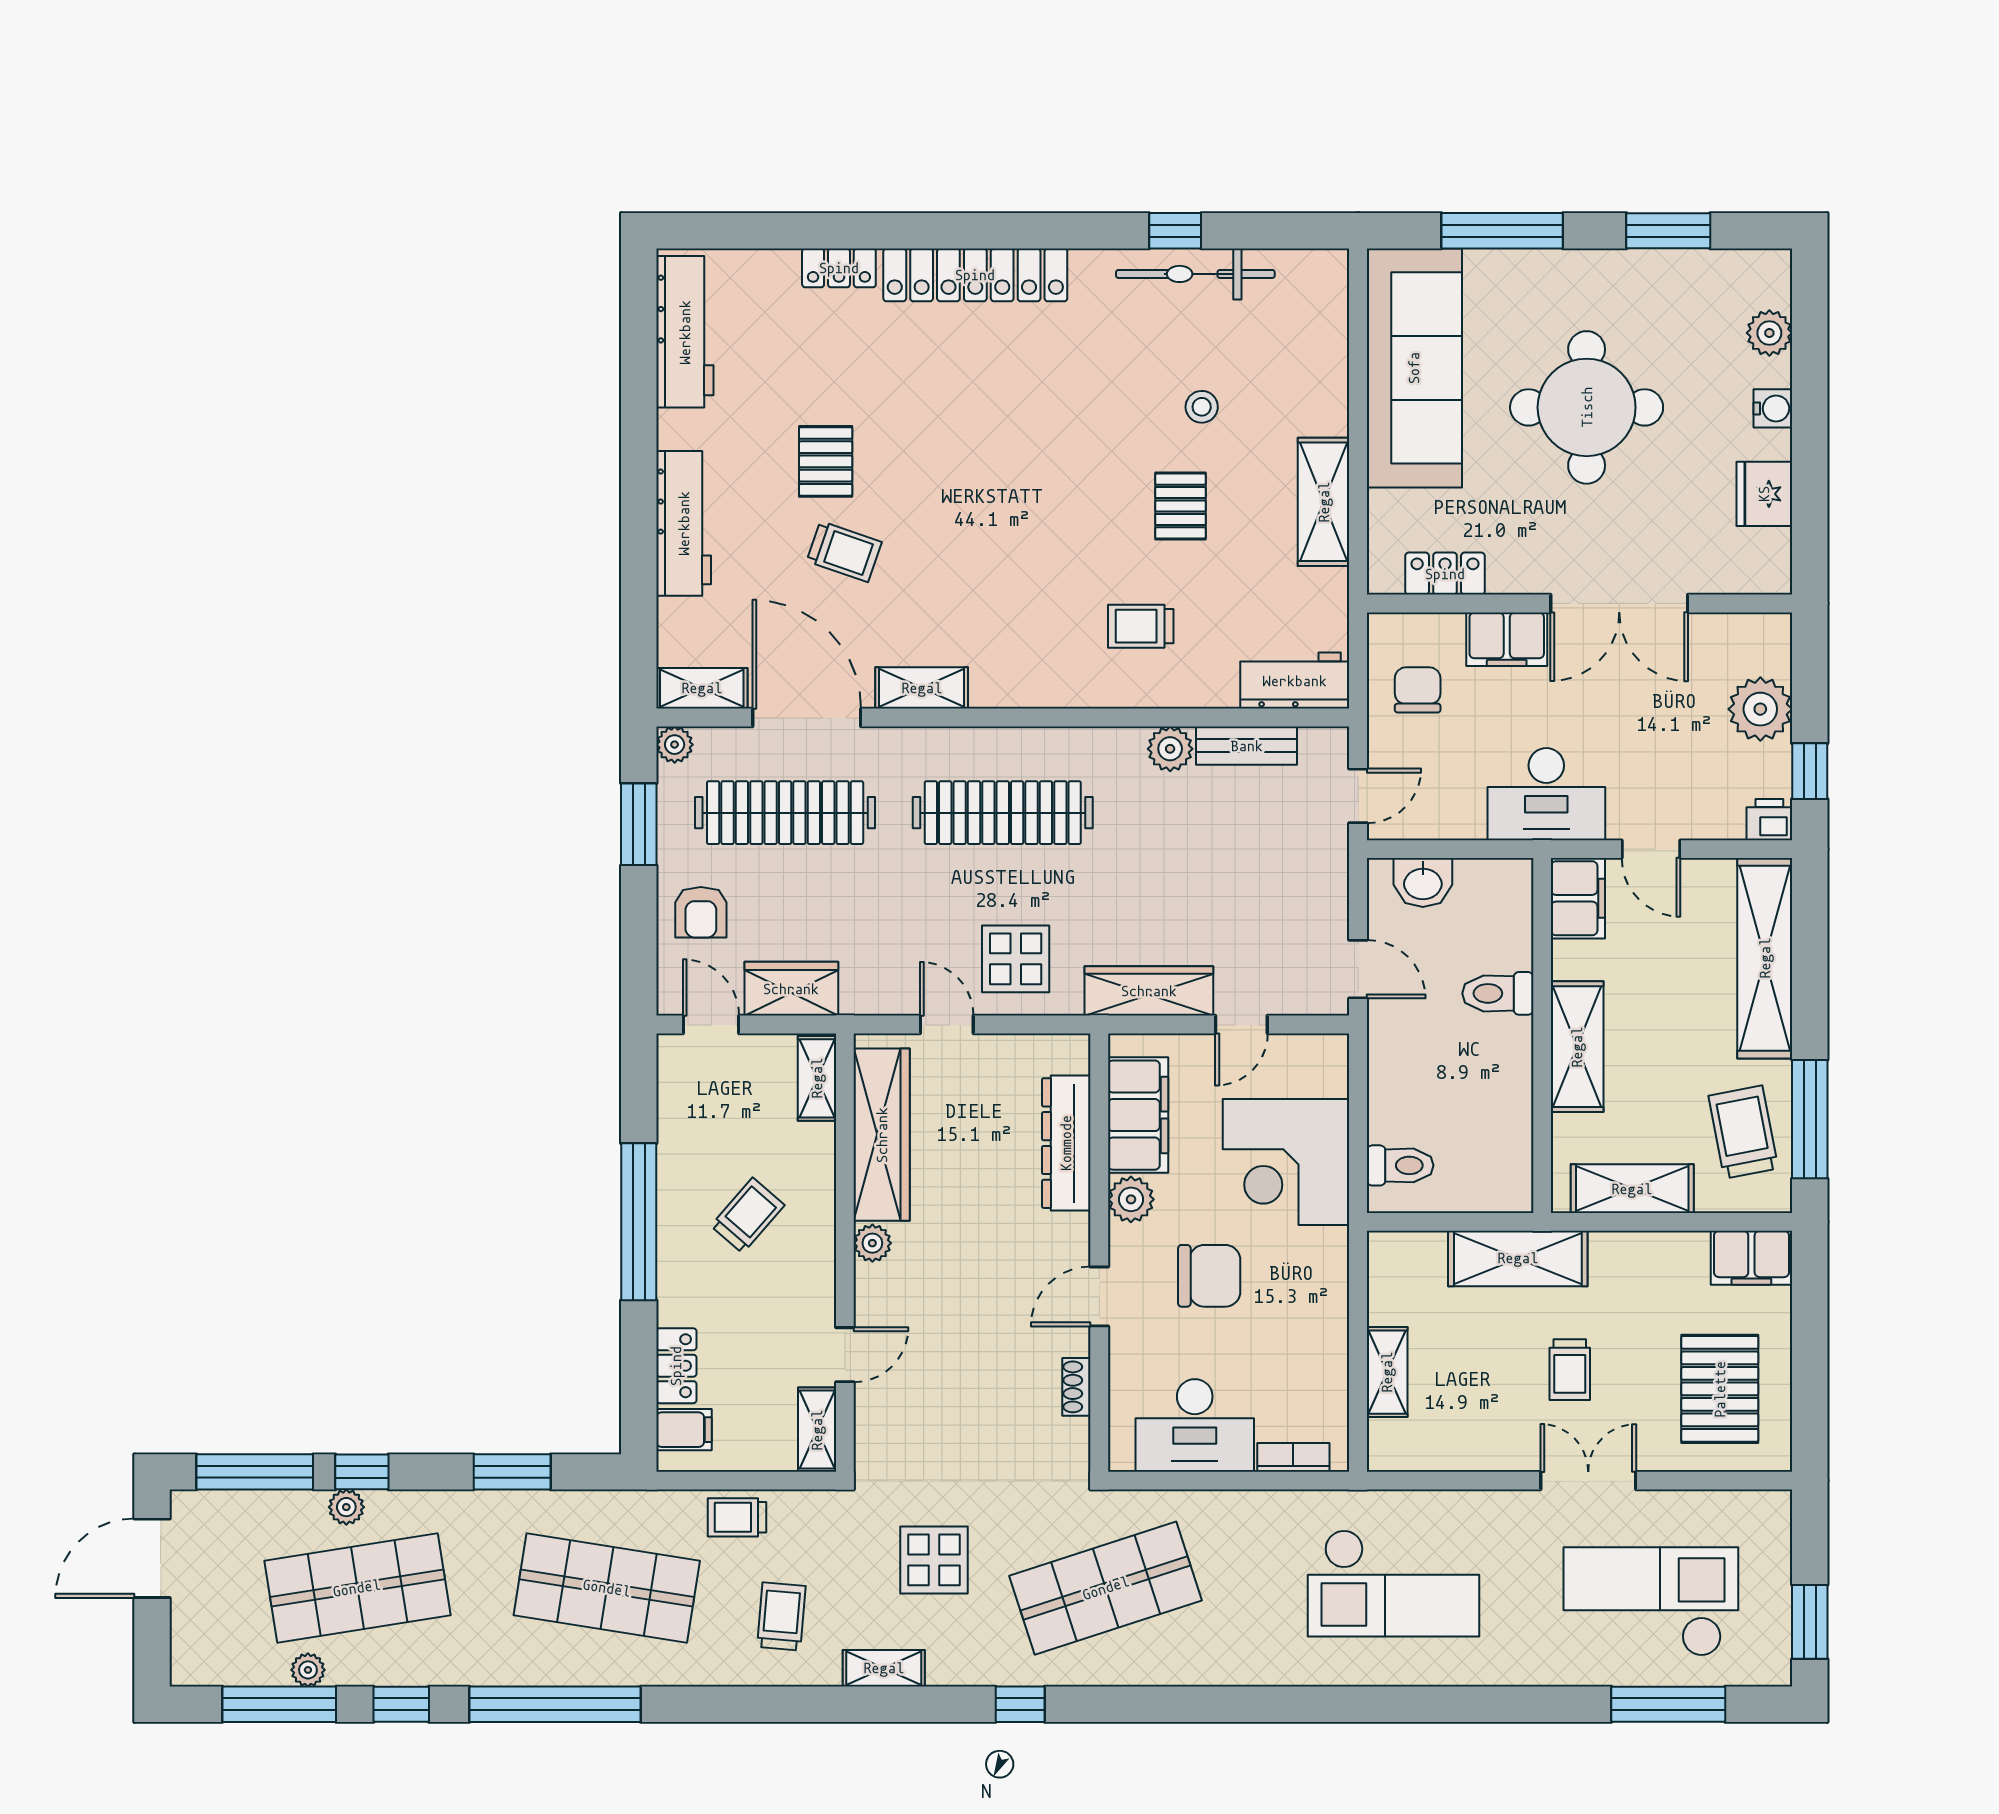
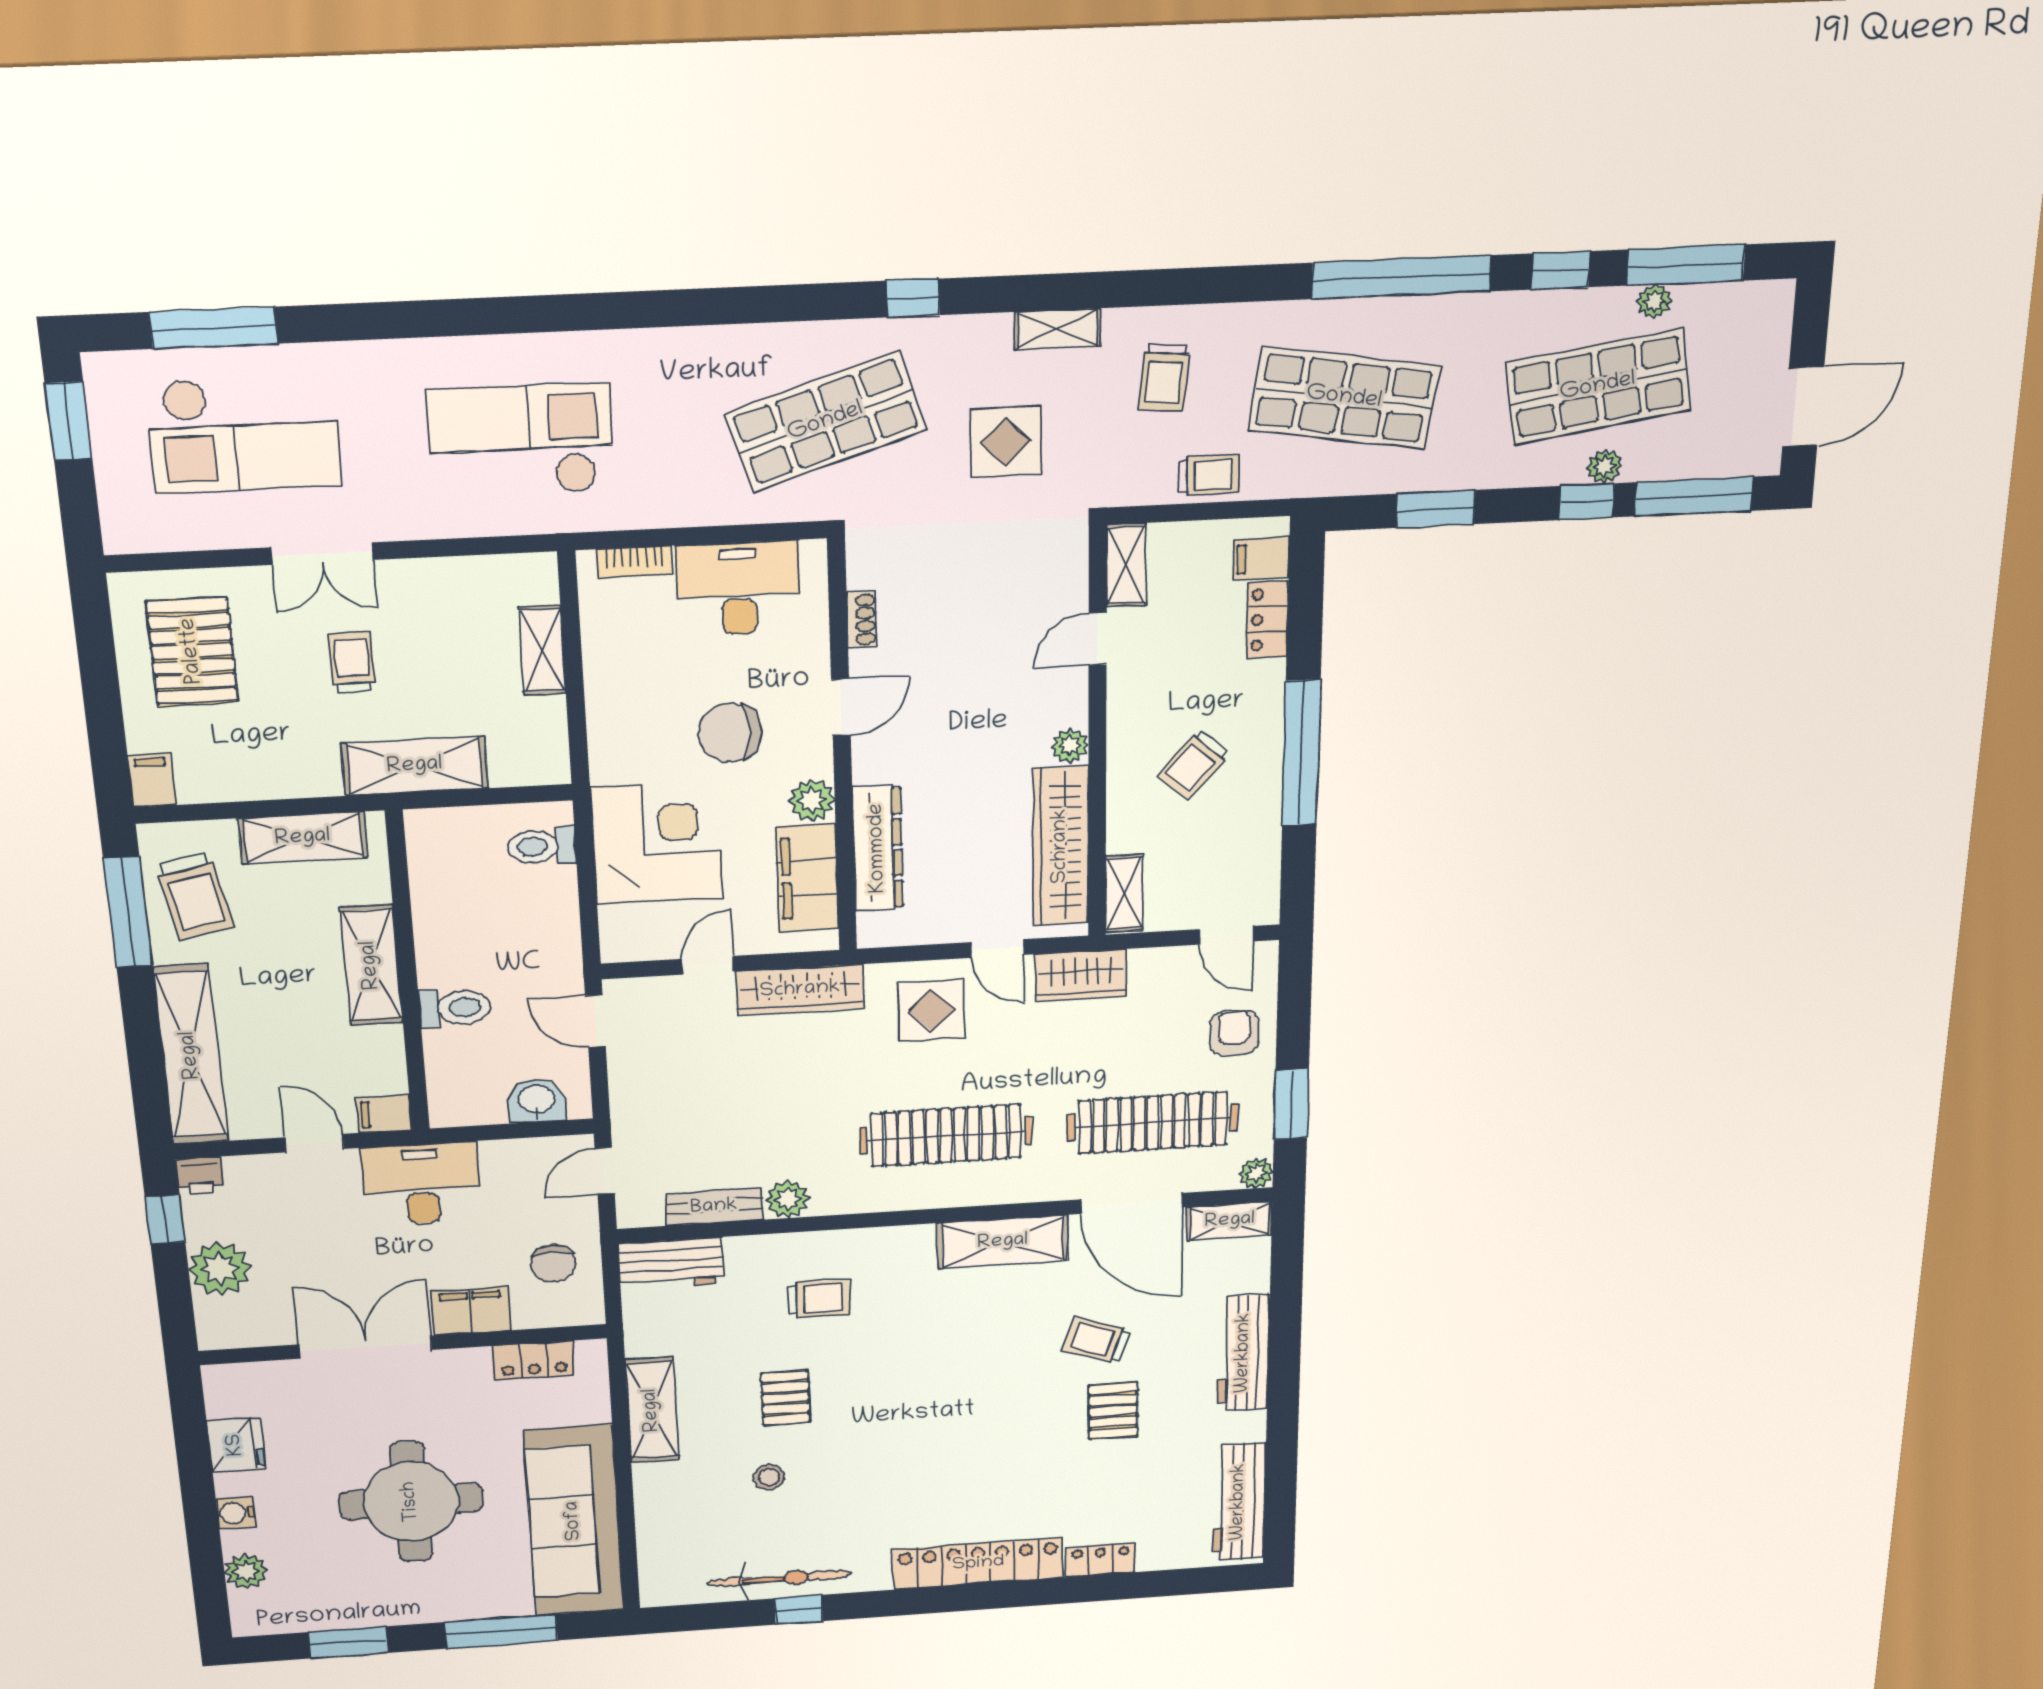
shelving: (922, 688) -> (1003, 1242), width x1.50, depth x1.33
filing cabinet: (1578, 898) -> (384, 1114), width x0.50
wardrobe: (791, 989) -> (1081, 975), moved
filing cabinet: (1751, 1258) -> (152, 780), width x0.50

